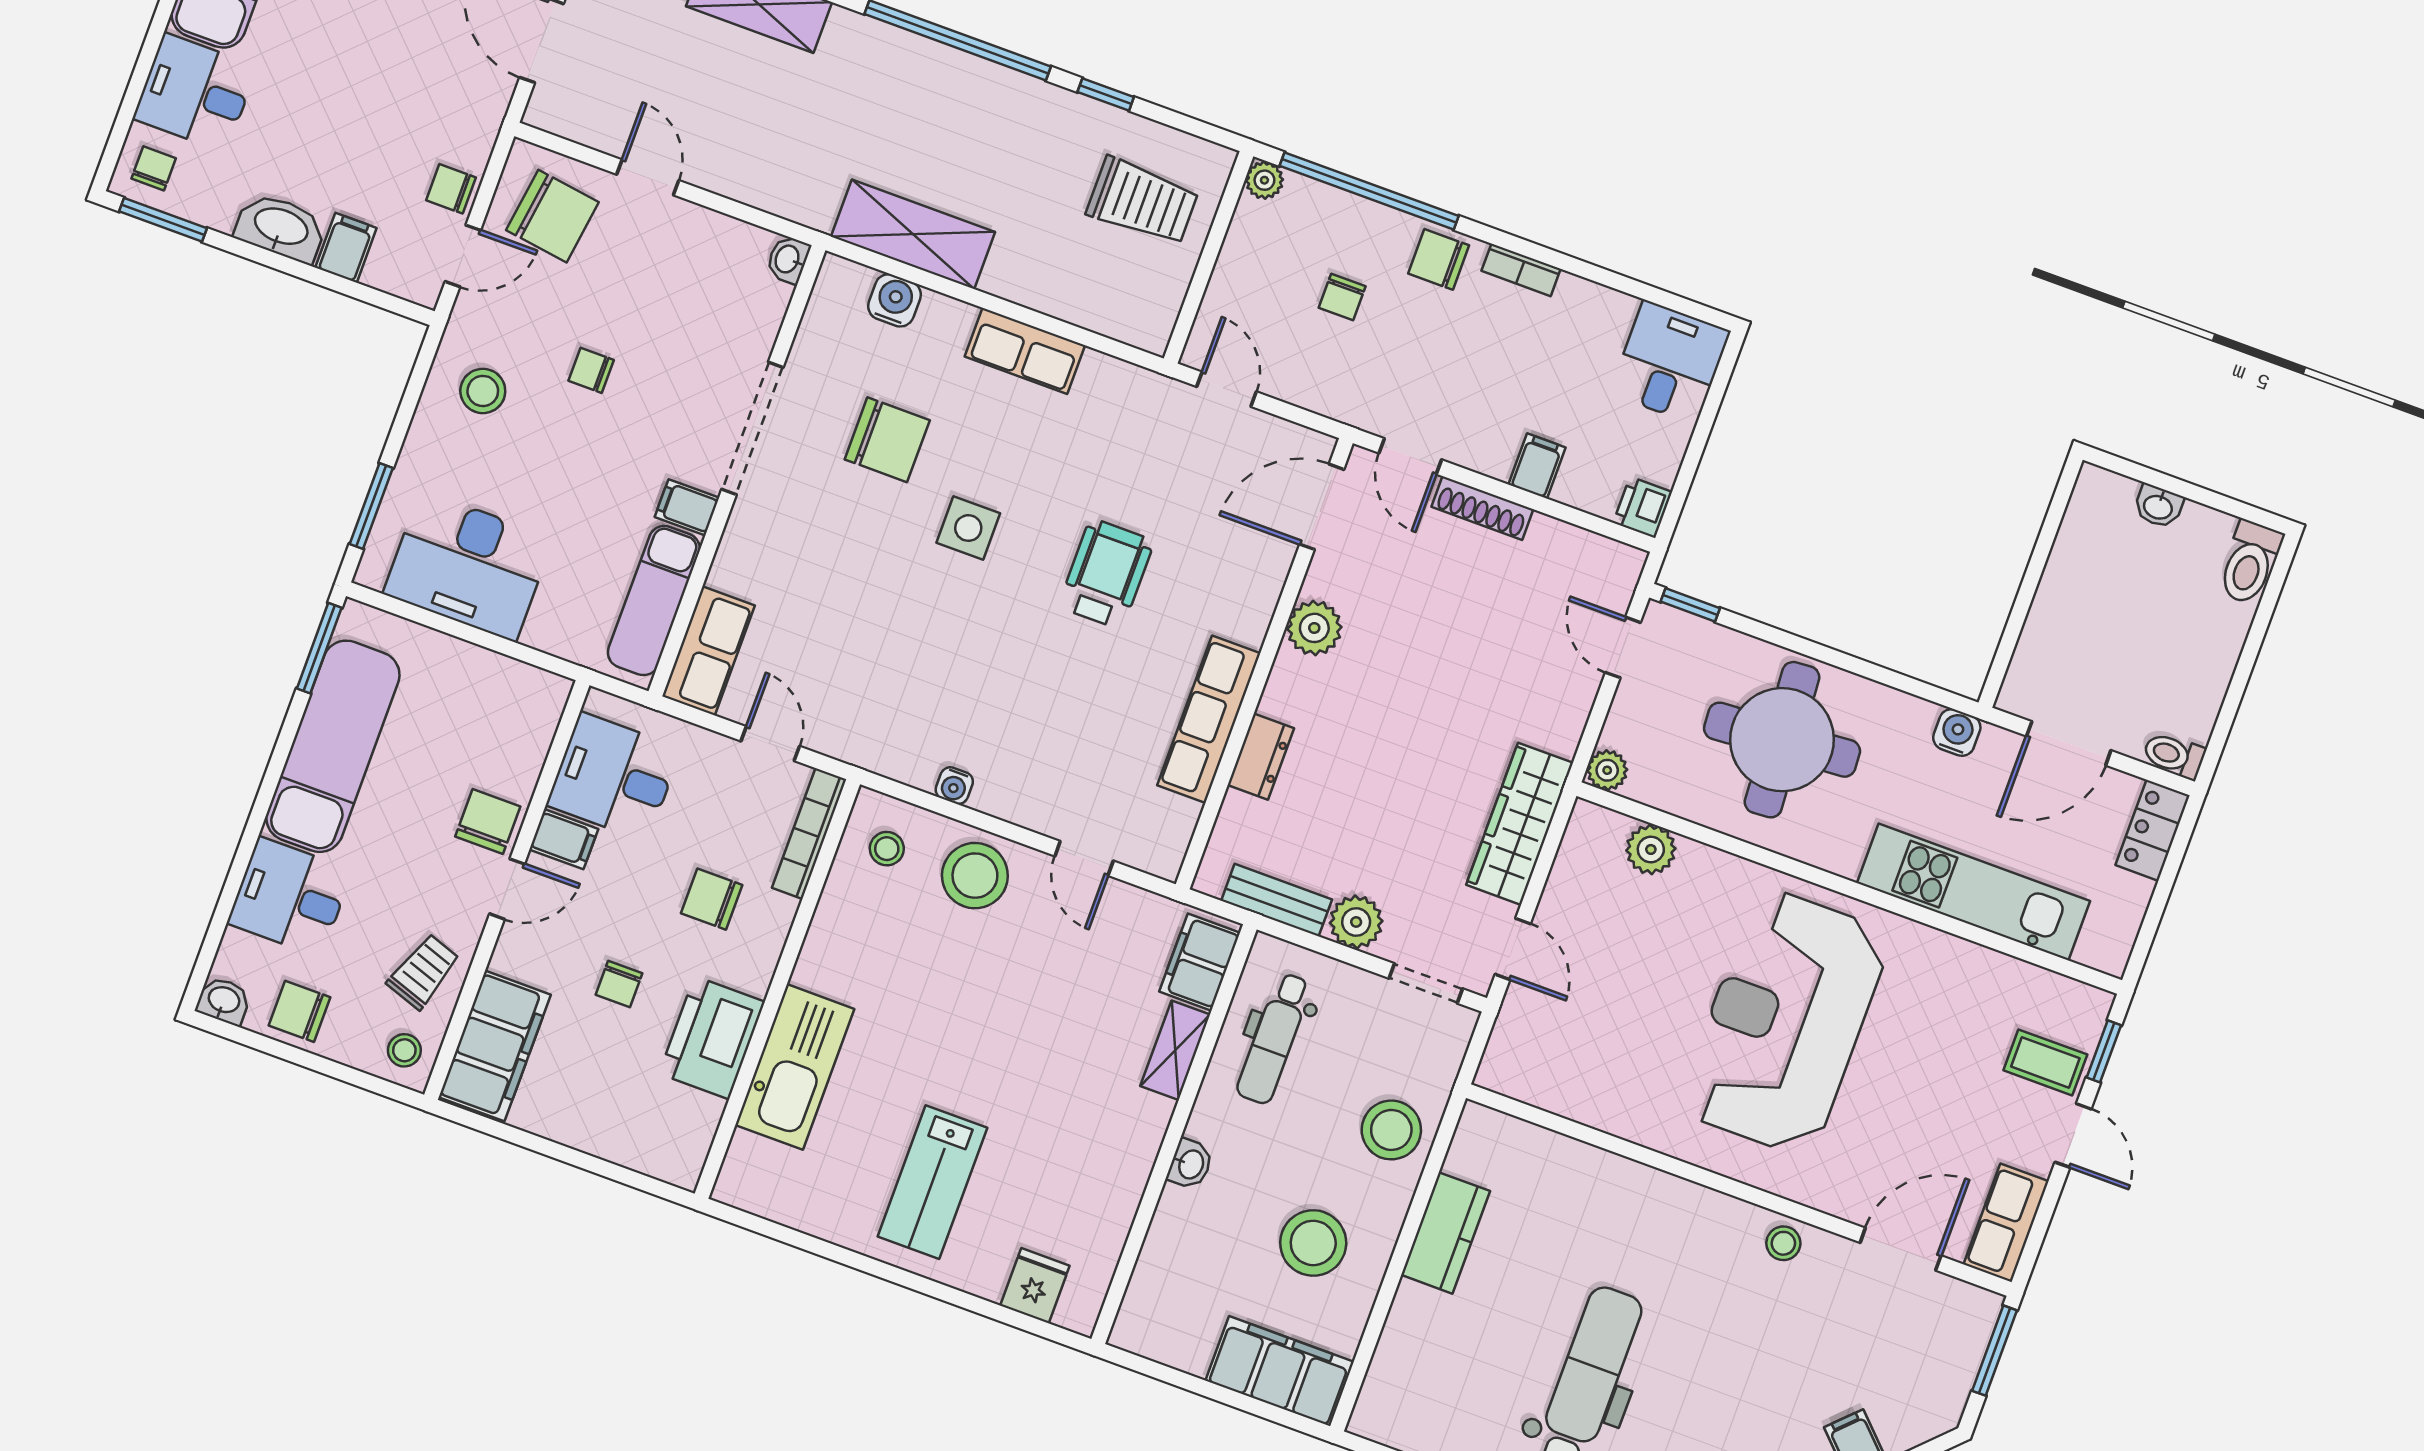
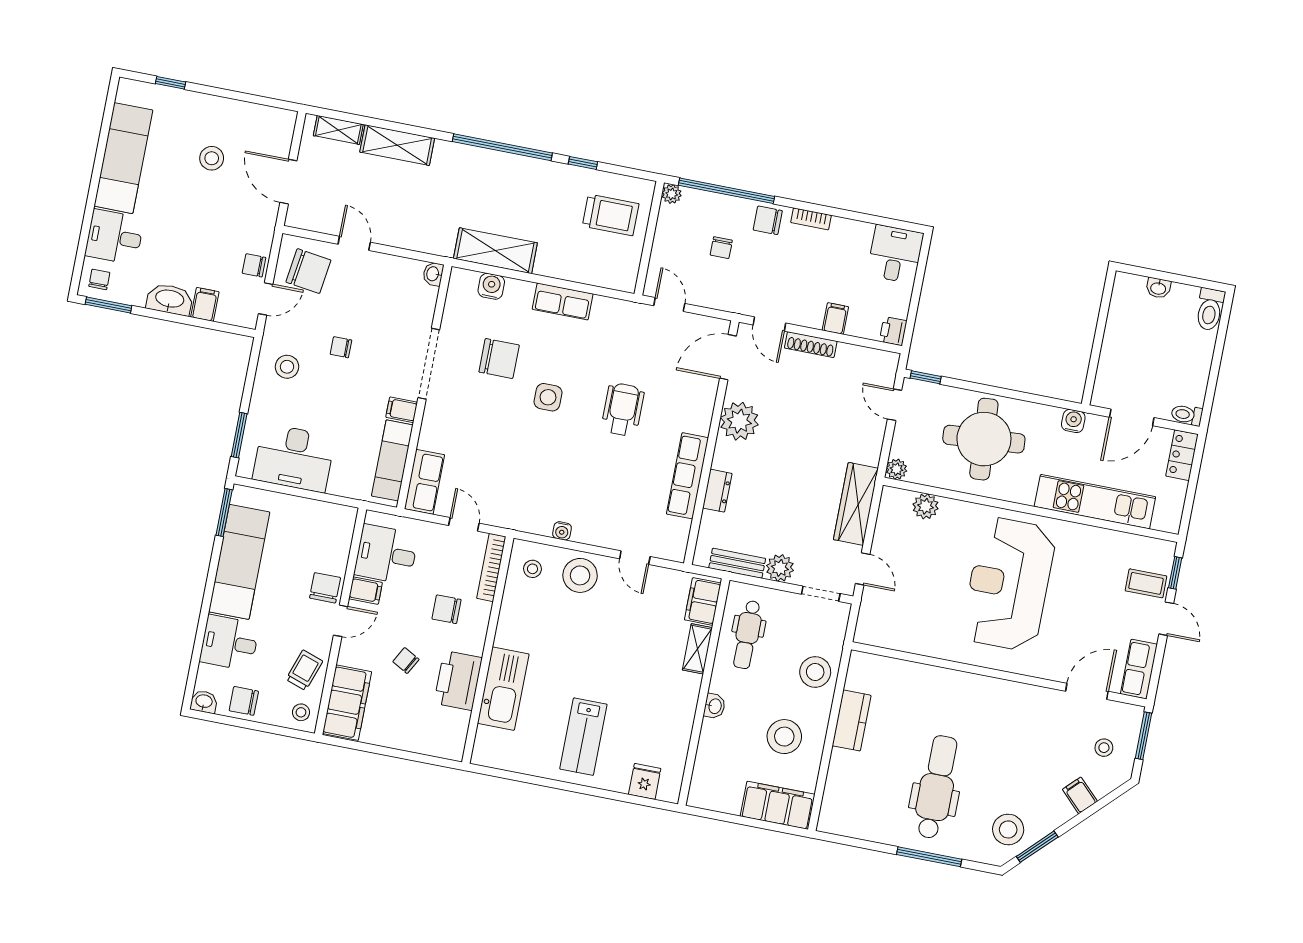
plant: (1314, 628) -> (739, 421), width x1.36, depth x1.36
chair: (619, 984) -> (406, 661), turned 119
stool: (1783, 1243) -> (1104, 748), moved

